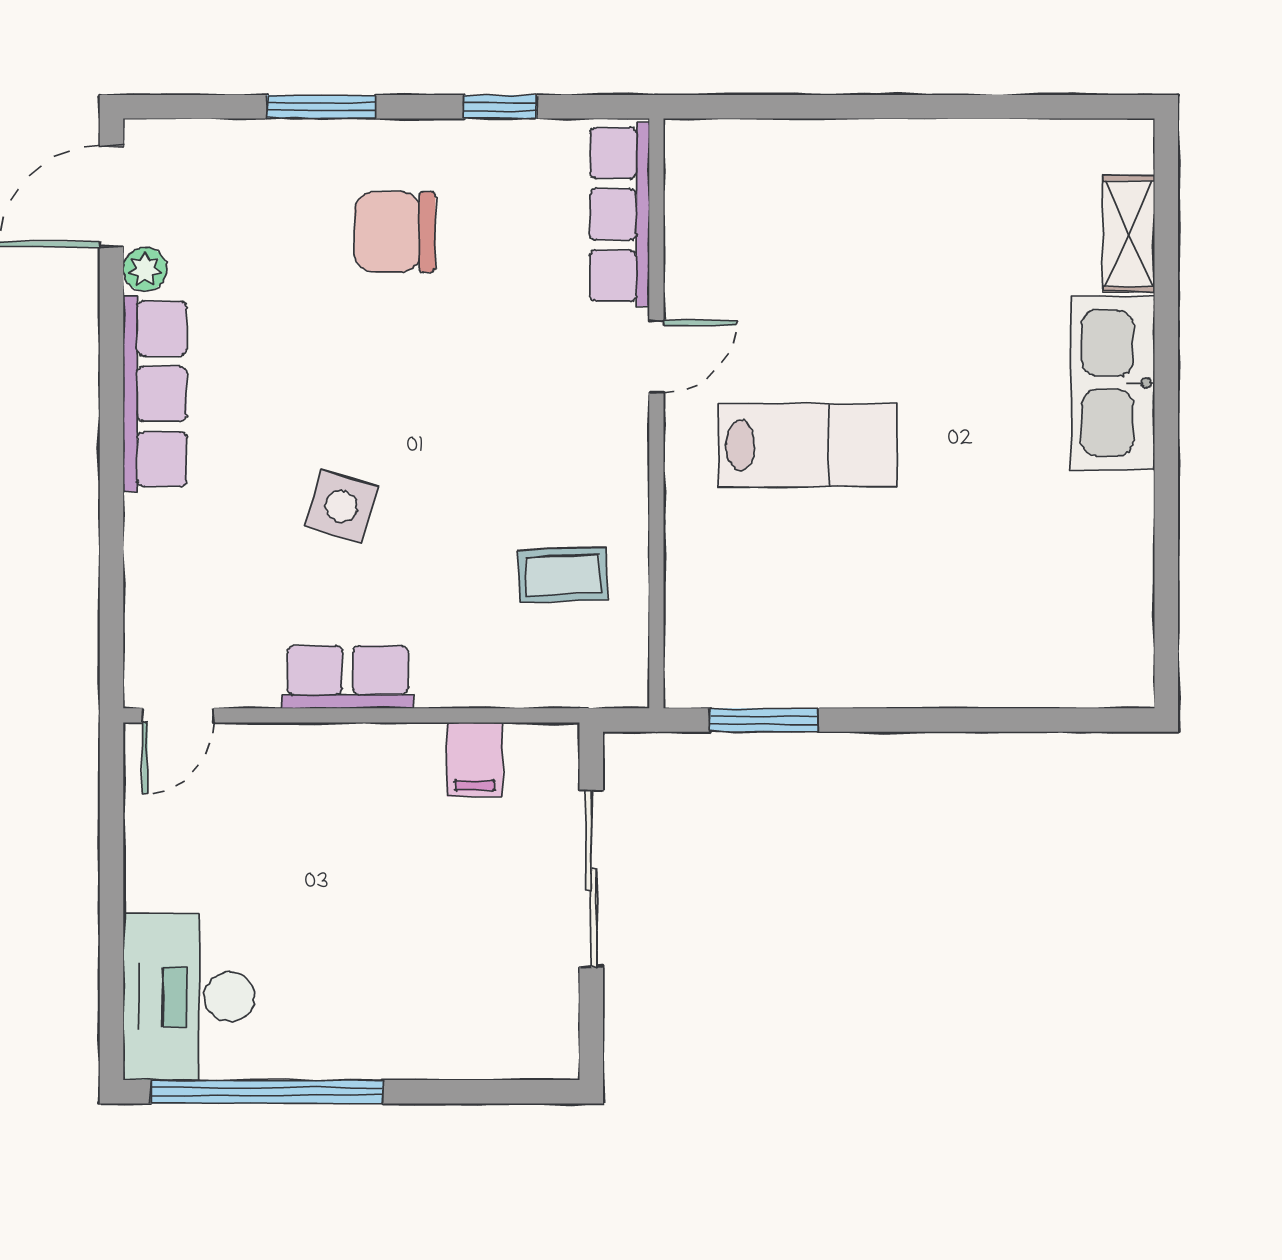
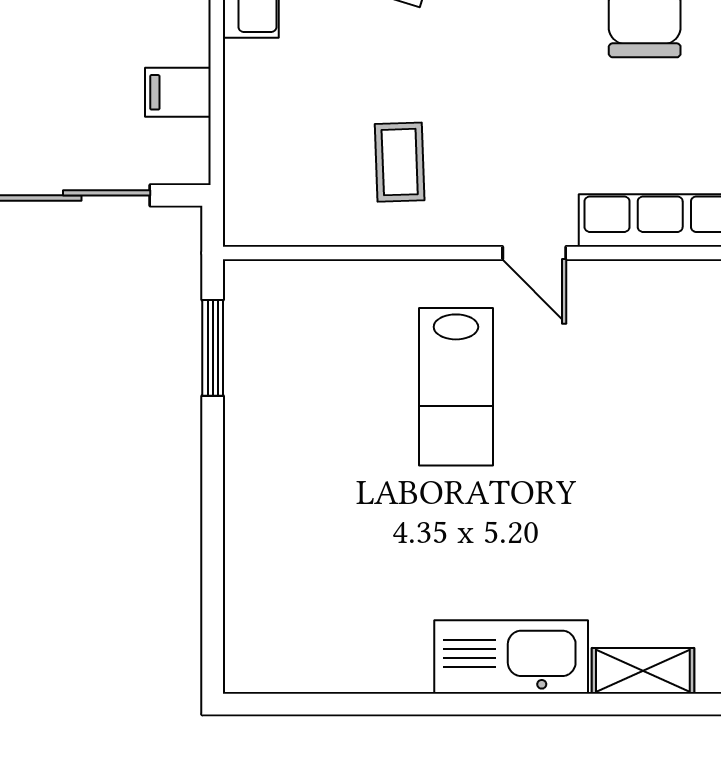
coffee table: (563, 575) -> (400, 162), moved

